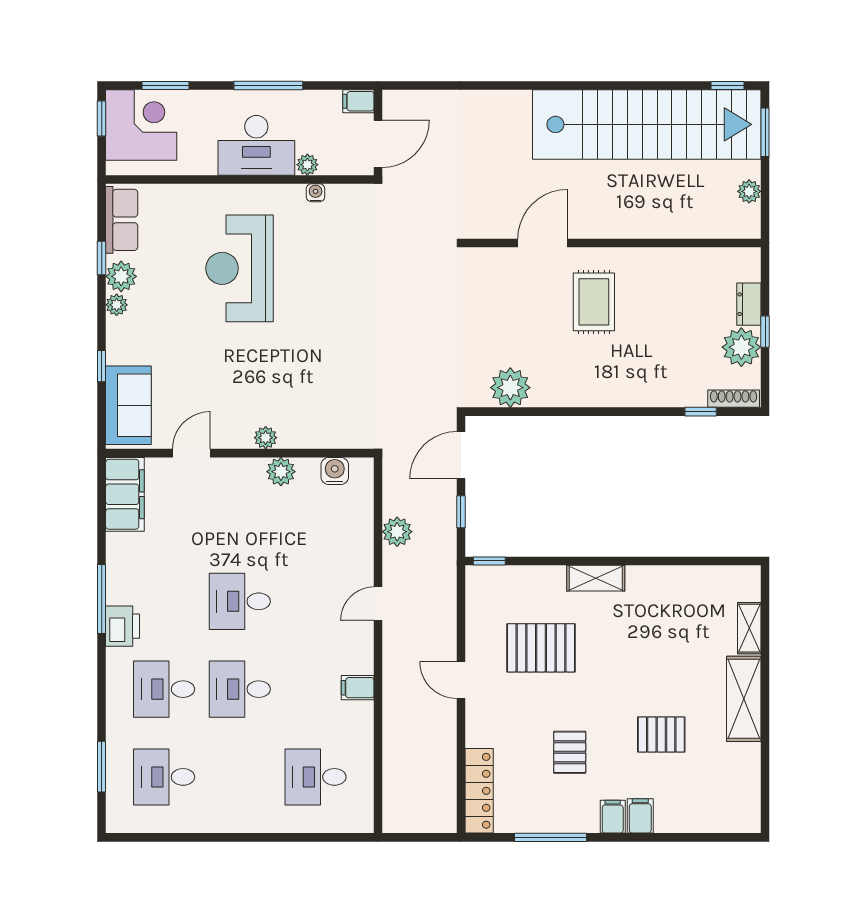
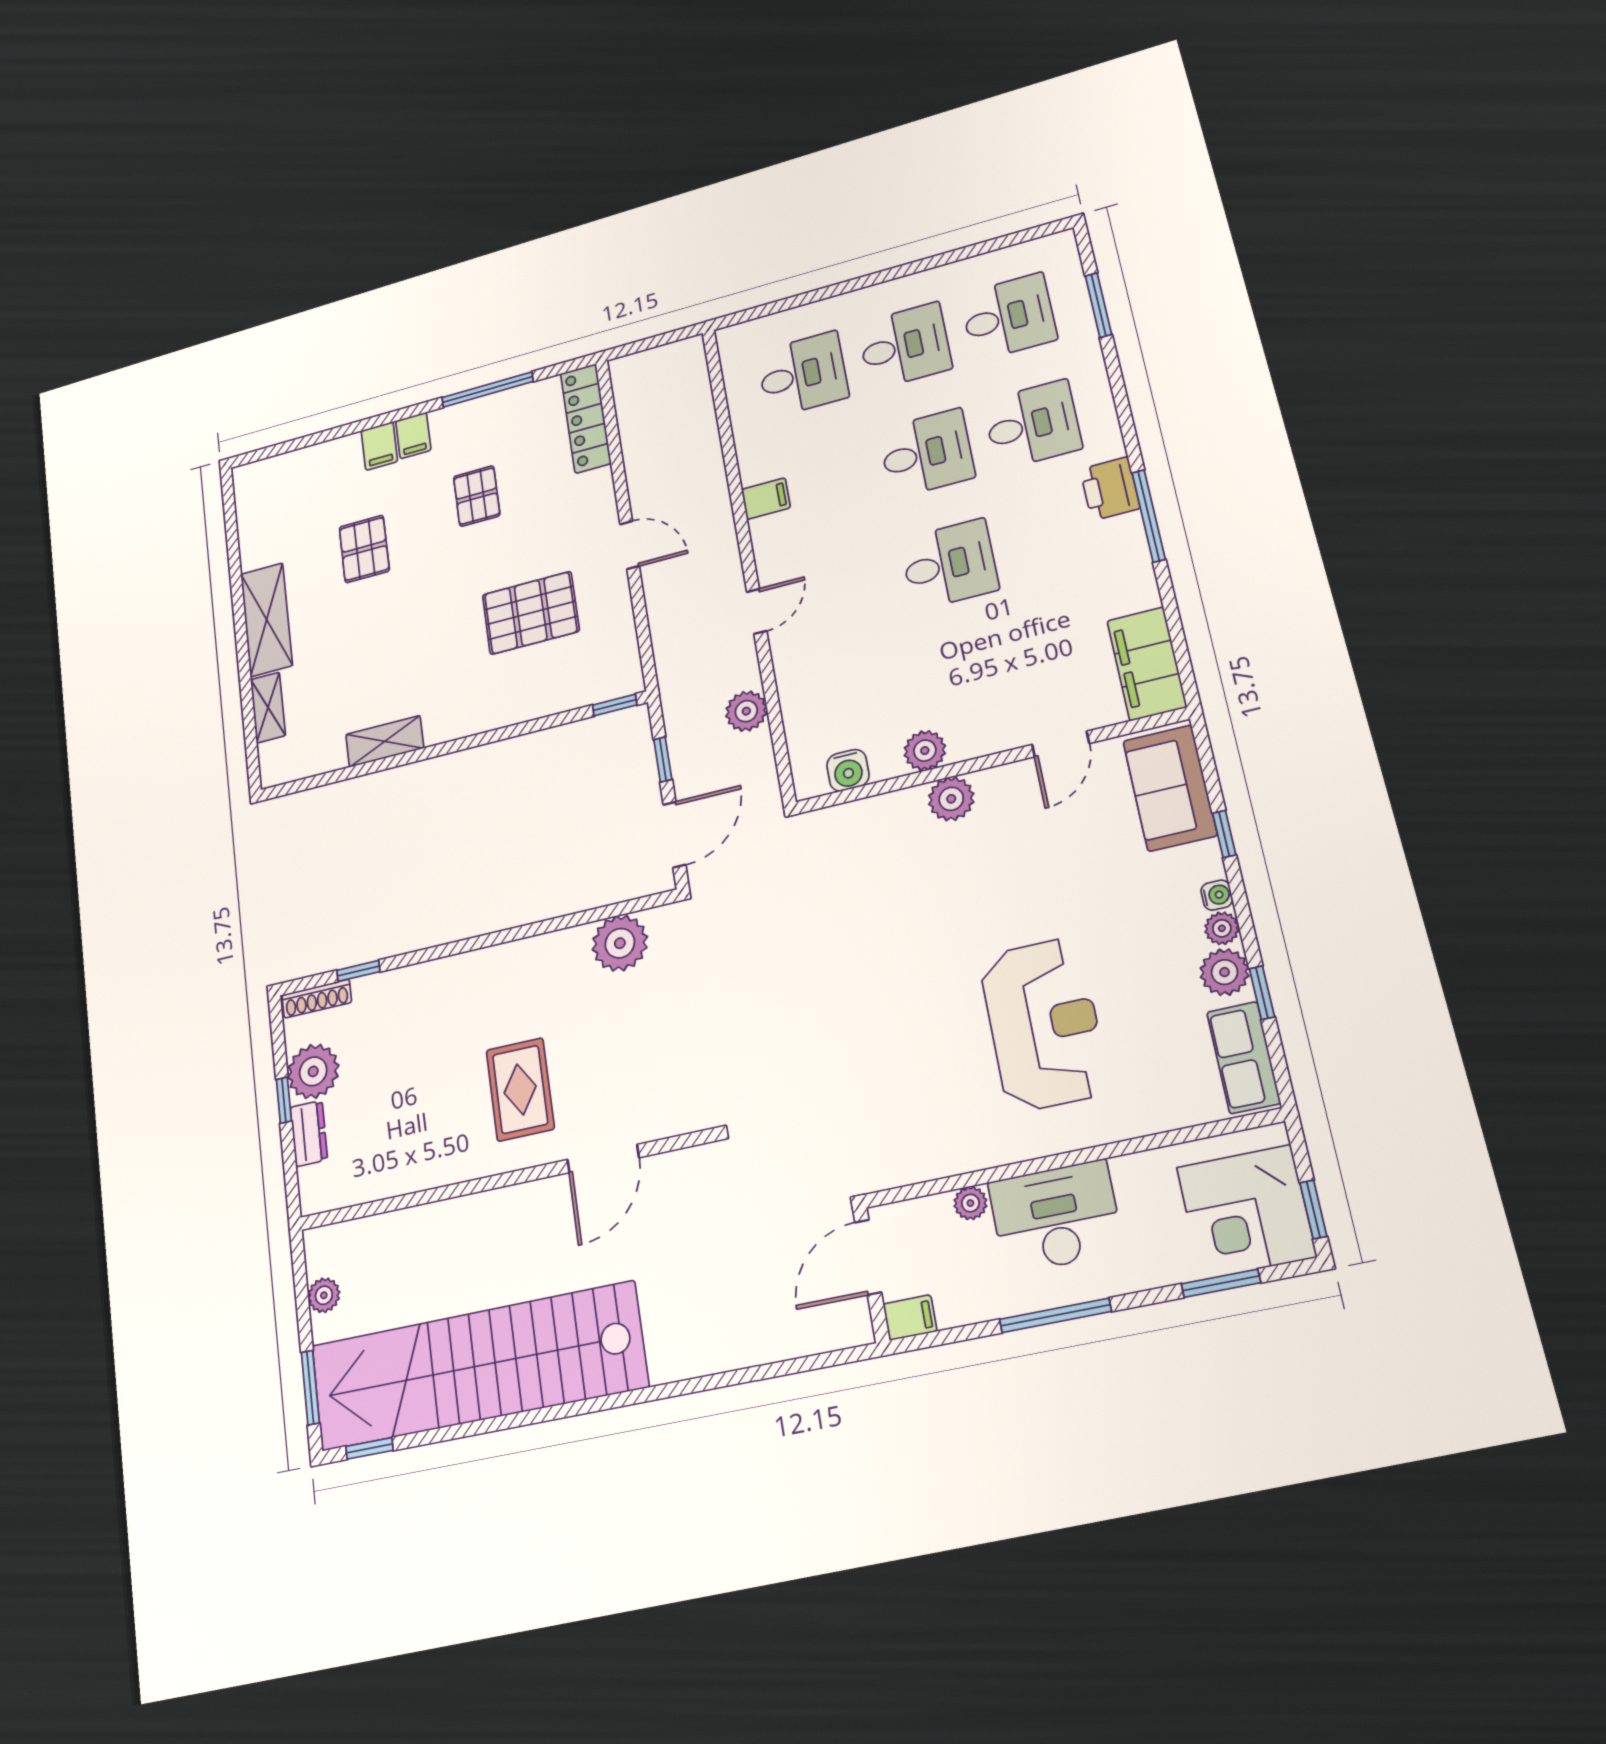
water cooler: (316, 193) -> (1217, 895), moved, turned -90
plant: (266, 438) -> (951, 799), width x1.38, depth x1.38
shelving: (596, 578) -> (385, 741), moved
pallet: (661, 734) -> (364, 549), turned 90
desk: (240, 777) -> (905, 346), added

